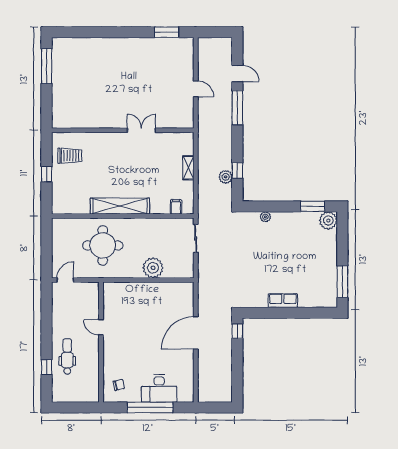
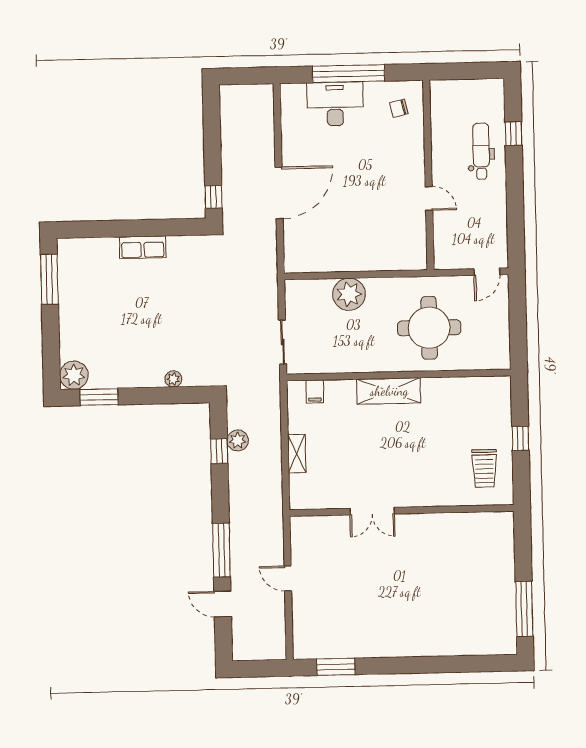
trolley: (70, 156) -> (484, 468), turned -90
shelving: (120, 206) -> (389, 391), width x0.68
dental chair: (67, 356) -> (481, 151), turned 180

